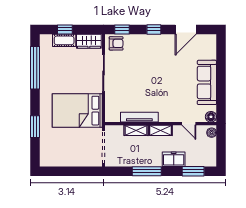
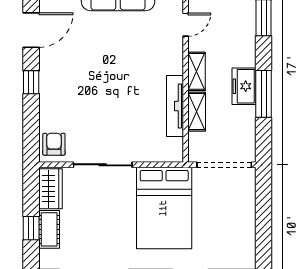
window: (122, 29) -> (31, 135), removed
door: (186, 29) -> (31, 30), hinge flipped
freezer: (174, 159) -> (244, 86), moved

